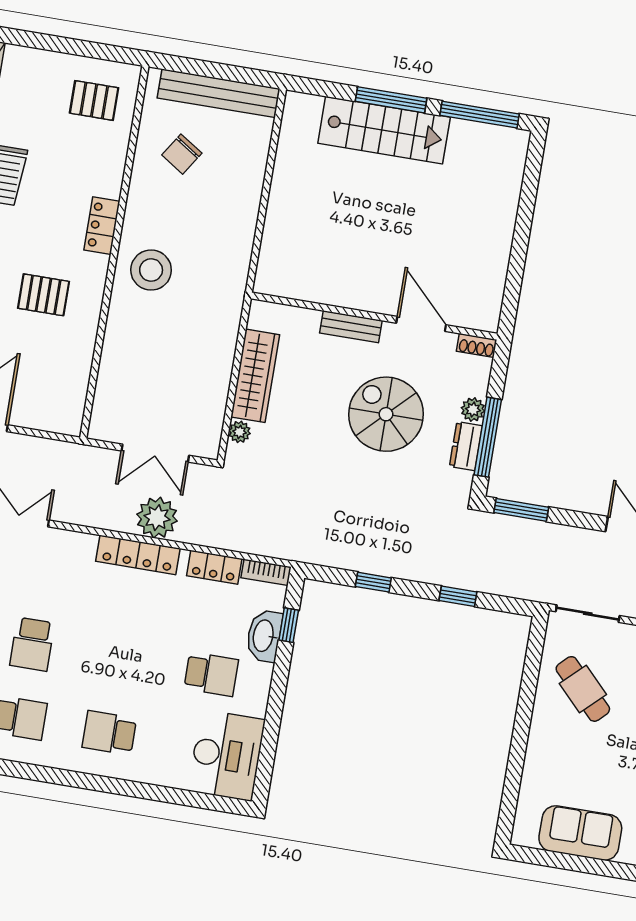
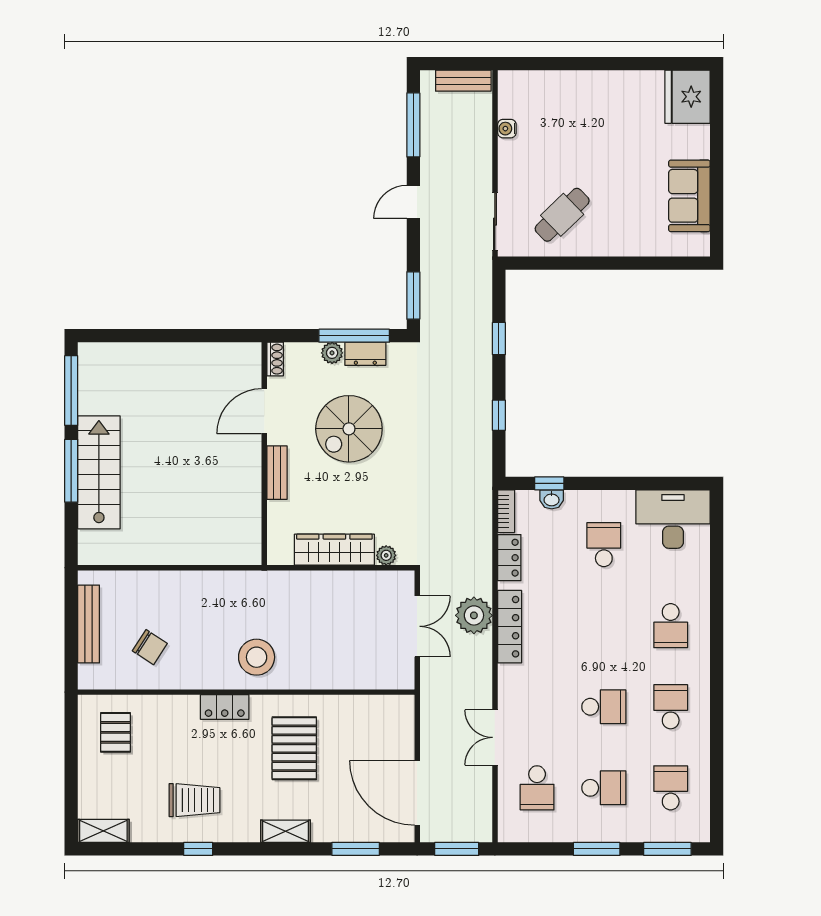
bench: (218, 93) -> (89, 624), width x0.73, depth x0.82
pallet: (44, 295) -> (294, 748), width x1.50, depth x1.42
washbasin: (264, 636) -> (552, 499), width x0.52, depth x0.69

